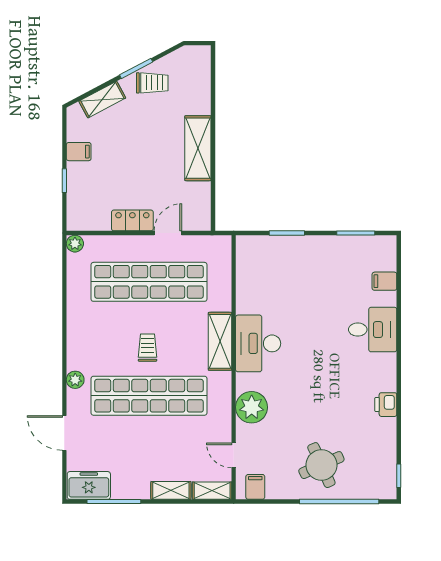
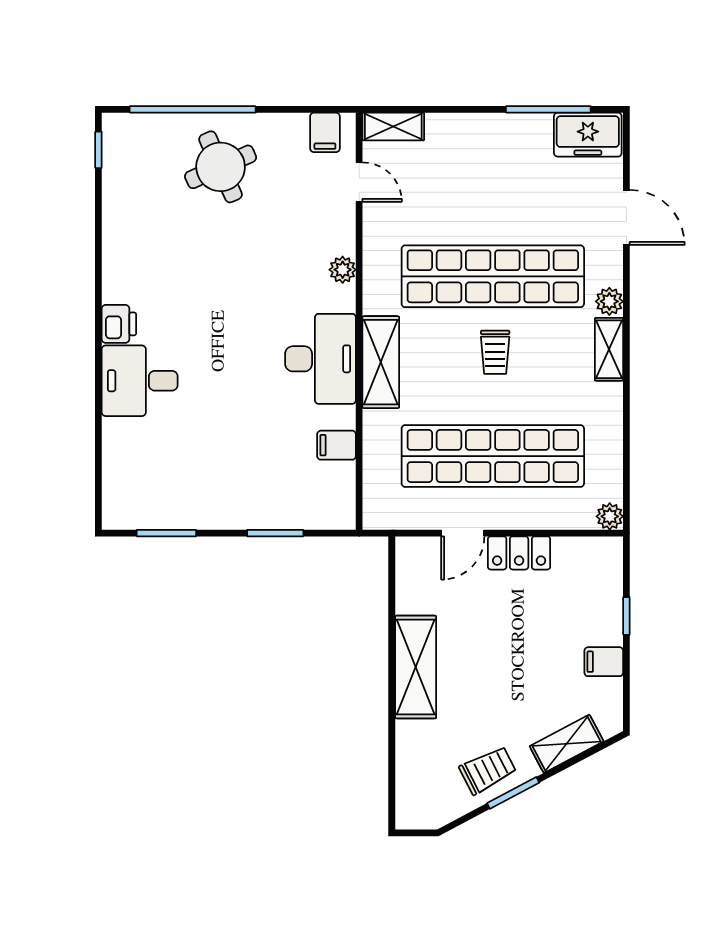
trolley: (152, 83) -> (488, 770), turned 153
filing cabinet: (384, 281) -> (337, 445), moved, turned 180
printer: (386, 405) -> (119, 324), moved
plant: (252, 407) -> (343, 270), width x0.53, depth x0.53
shelving: (171, 490) -> (609, 349), moved, turned 90

